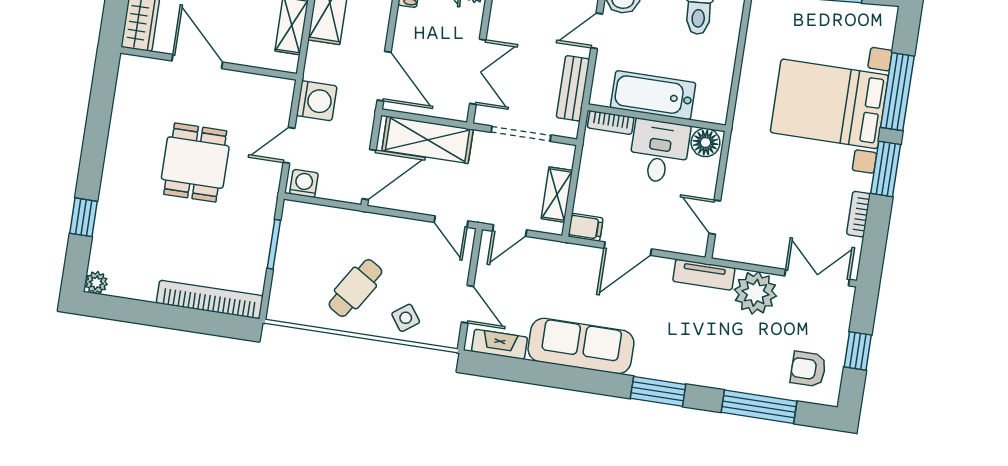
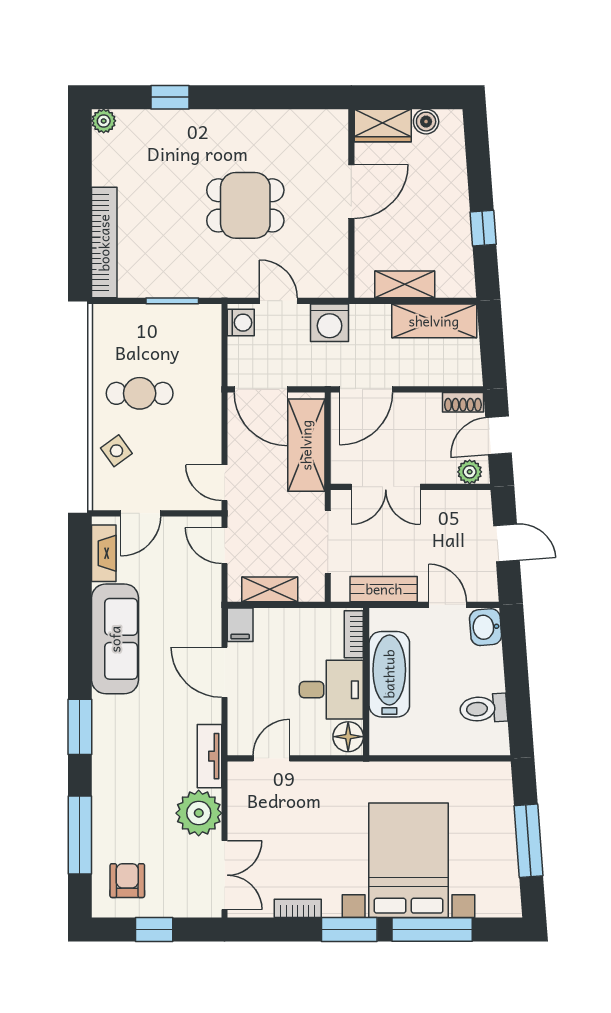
door: (451, 222) -> (224, 483), hinge flipped
cafe table: (355, 288) -> (140, 393), turned -32

